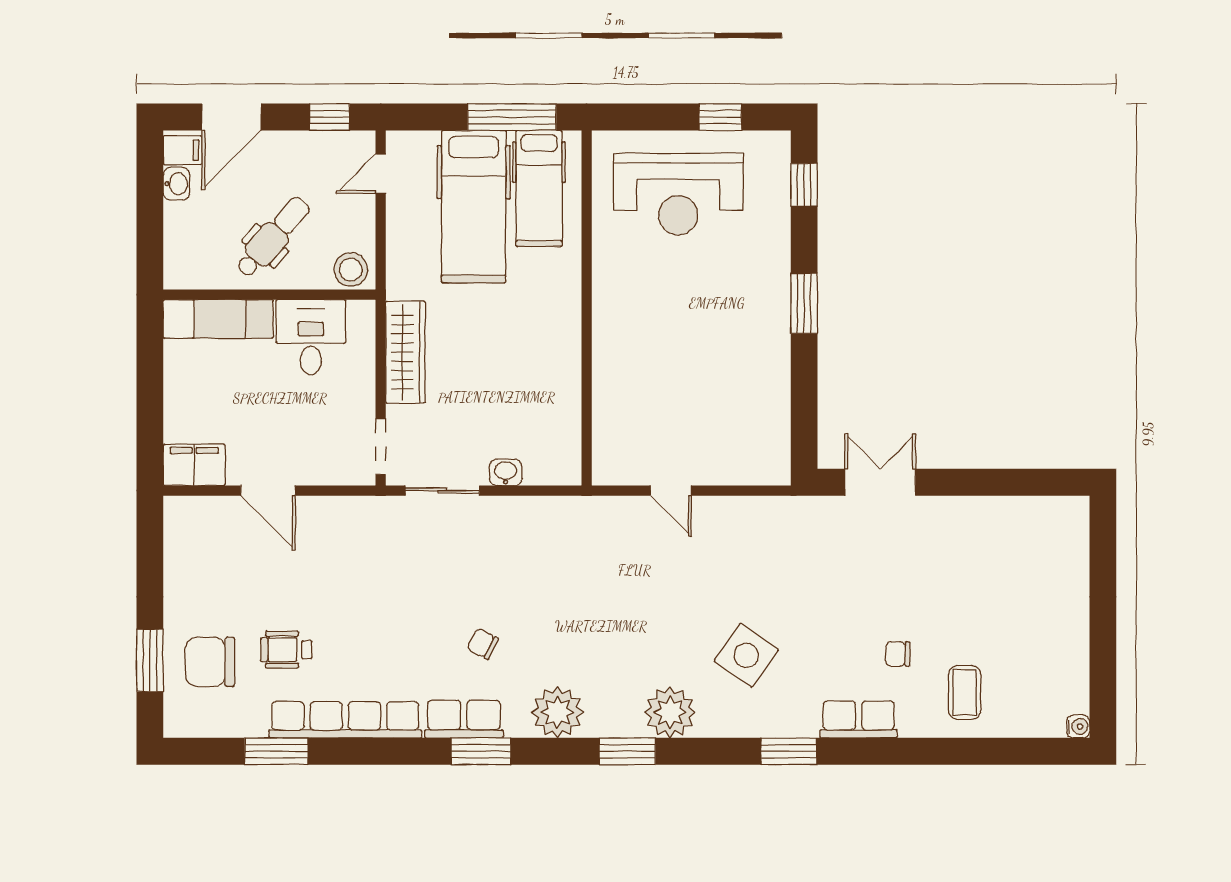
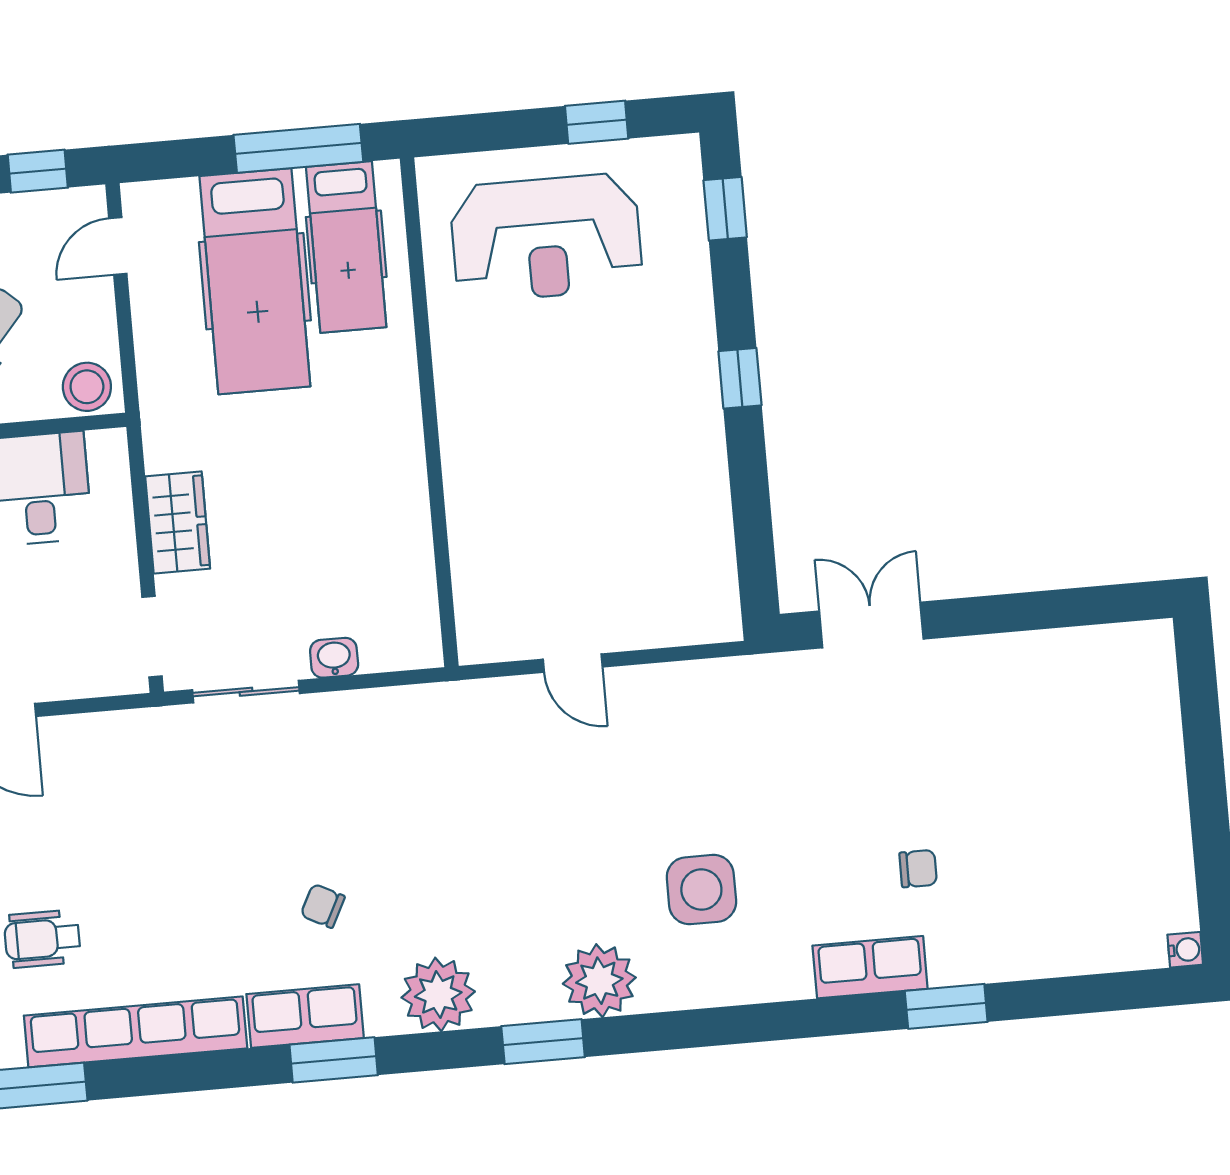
window: (804, 303) -> (740, 378), width x0.67
wardrobe: (405, 352) -> (178, 522), width x0.67
chair: (898, 654) -> (918, 869), turned 180
side table: (746, 655) -> (701, 890), turned -35
coffee table: (965, 692) -> (1019, 915), removed
window: (789, 751) -> (946, 1006), moved

